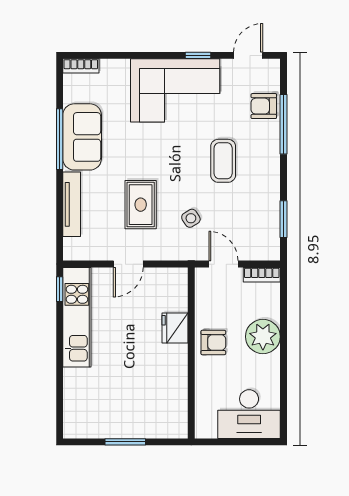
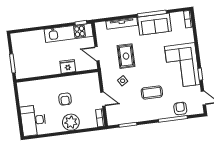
rug: (141, 205) -> (126, 56), turned 90
door: (223, 264) -> (103, 99), hinge flipped
fridge: (175, 328) -> (68, 66), moved
wall: (191, 353) -> (57, 76), moved

